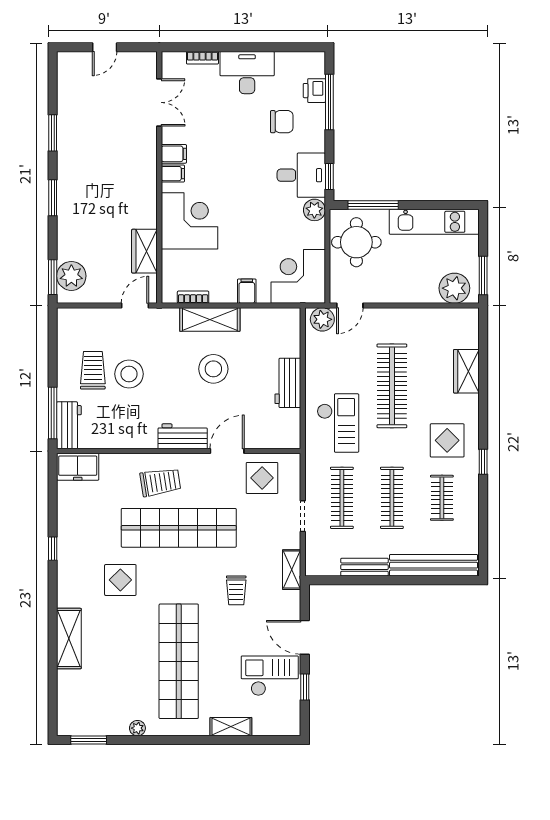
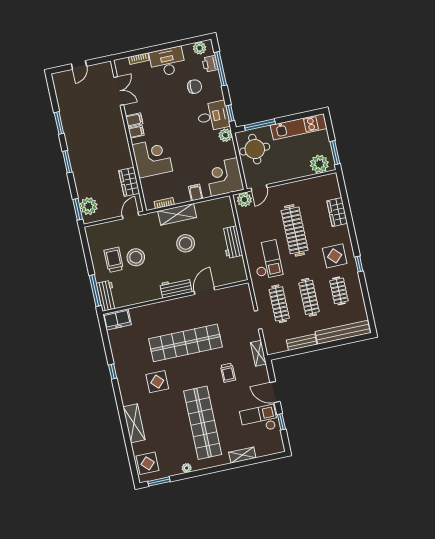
plant: (303, 62) -> (200, 48), added
display table: (262, 478) -> (148, 463), moved
trolley: (160, 482) -> (169, 318), removed

